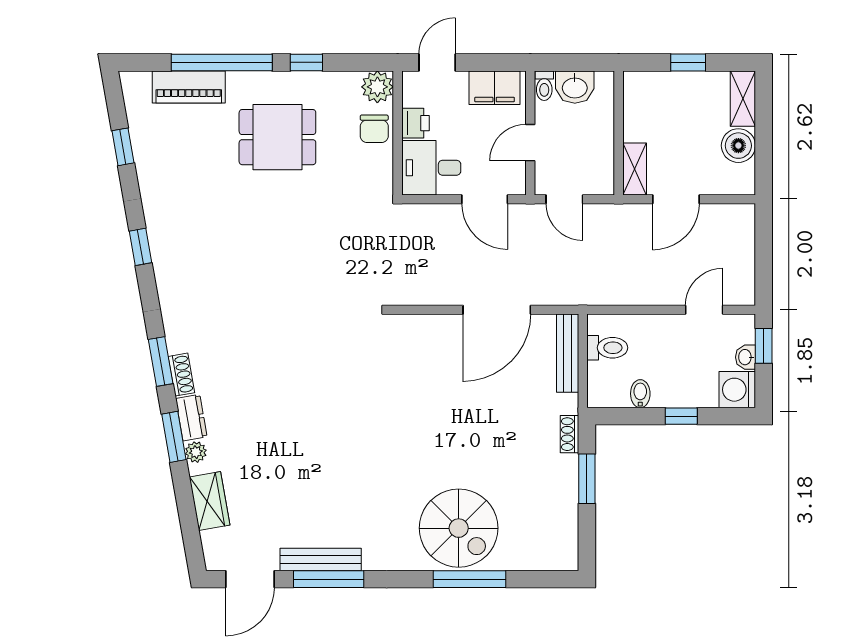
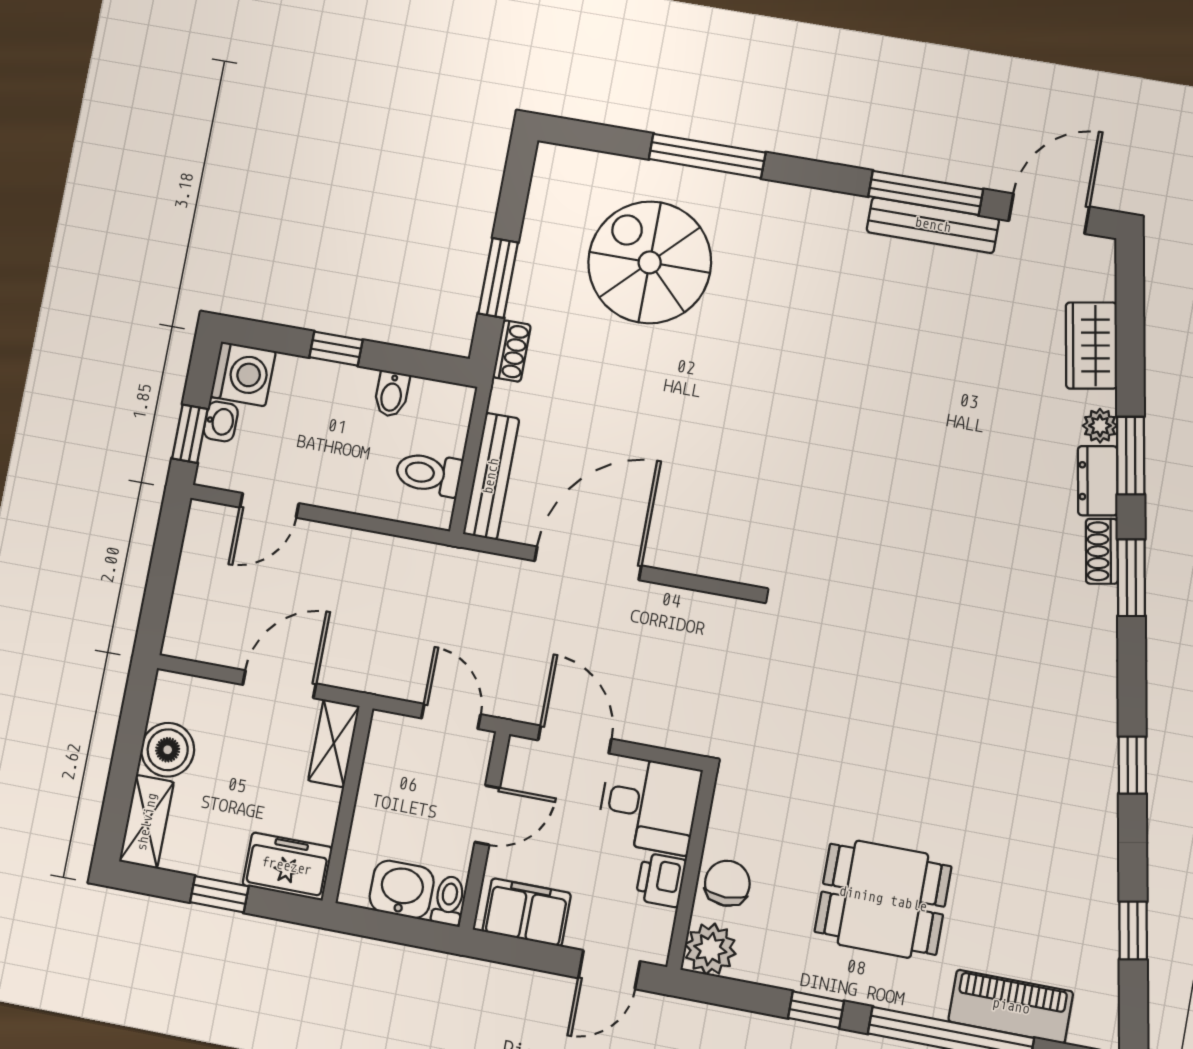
freezer: (649, 88) -> (287, 866), added
spiral stairs: (459, 528) -> (650, 262), moved

